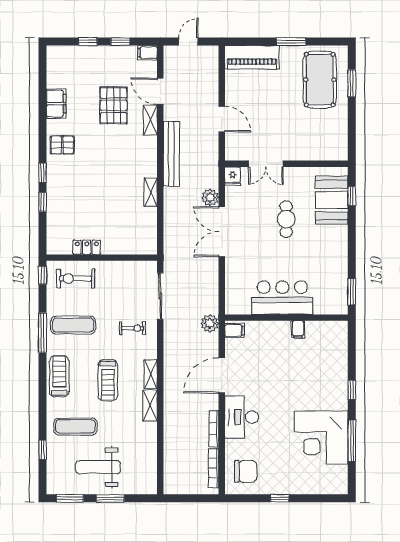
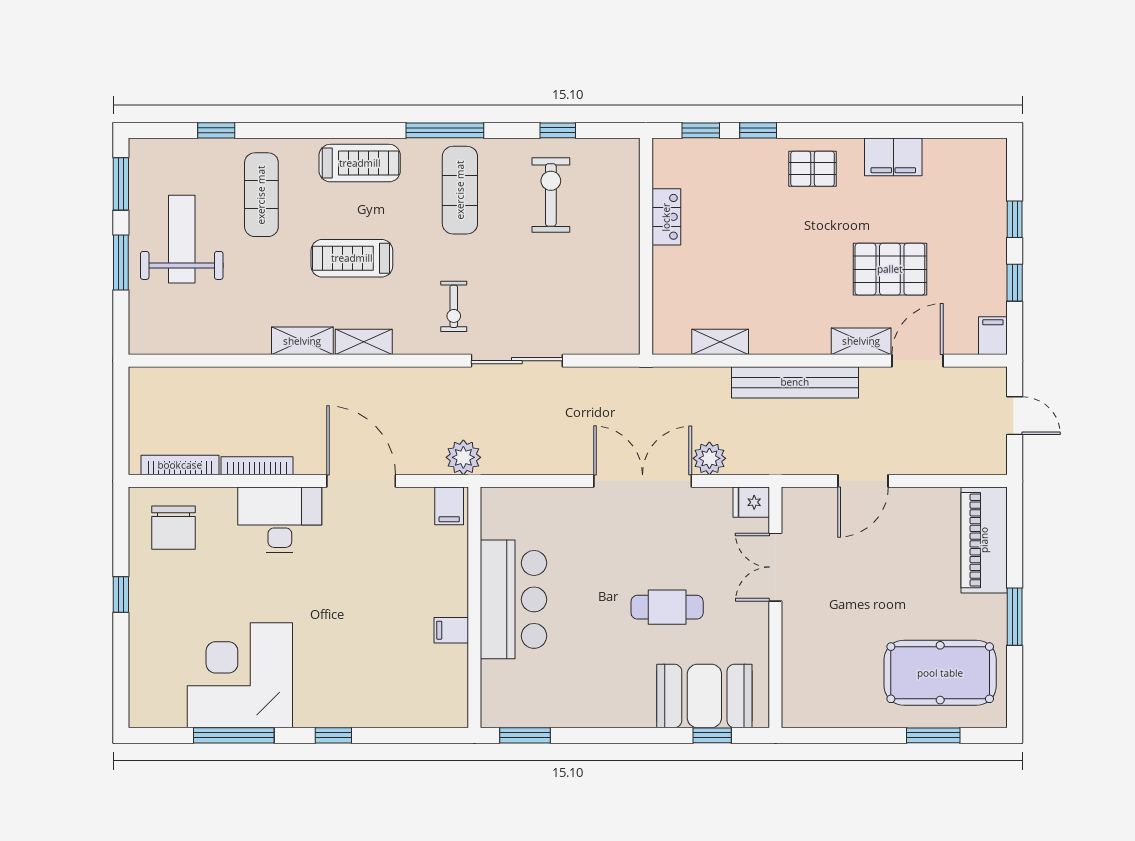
pallet: (62, 145) -> (812, 169), turned 90
locker: (87, 247) -> (666, 217), moved
wall: (102, 258) -> (646, 246), moved

